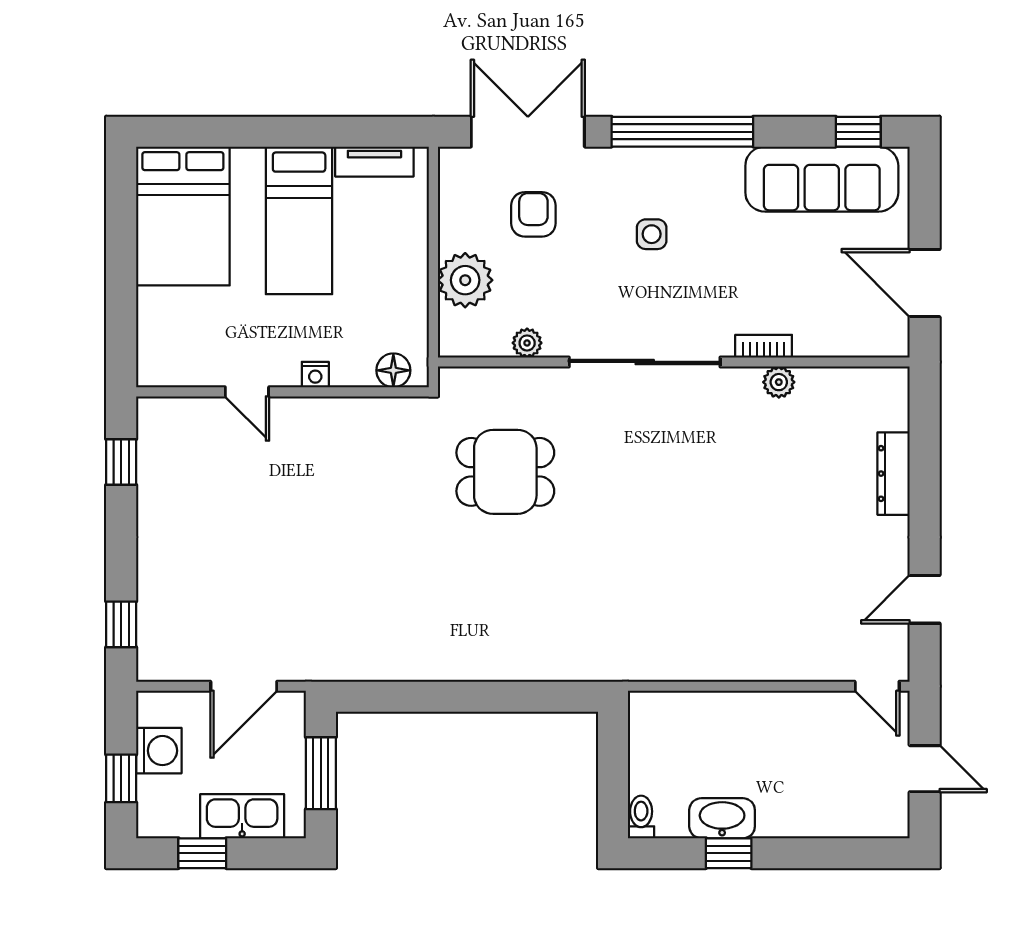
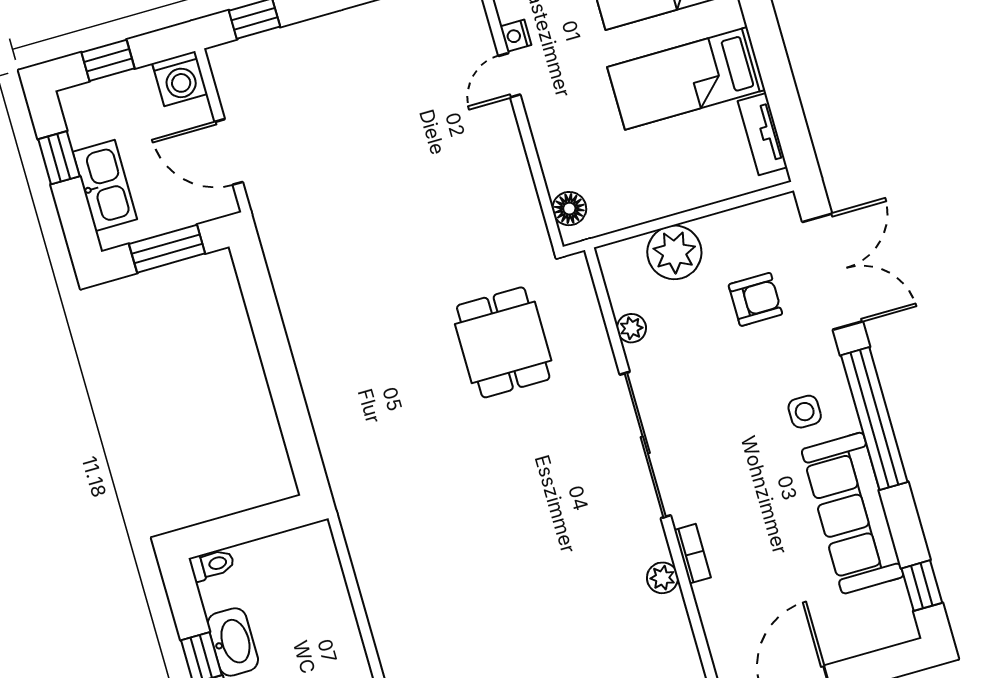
sofa: (822, 179) -> (853, 513), moved
side table: (652, 234) -> (805, 412), moved
nightstand: (315, 375) -> (516, 36), moved
washing machine: (159, 751) -> (180, 79), moved

